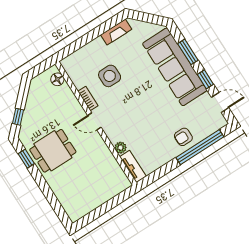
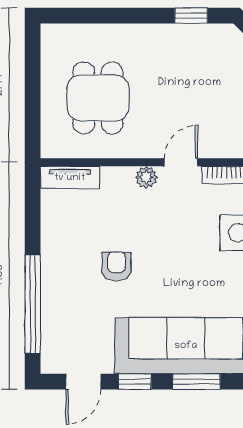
armchair: (183, 137) -> (117, 266), moved
plant: (121, 148) -> (146, 177), moved
dining table: (53, 151) -> (98, 98), moved

